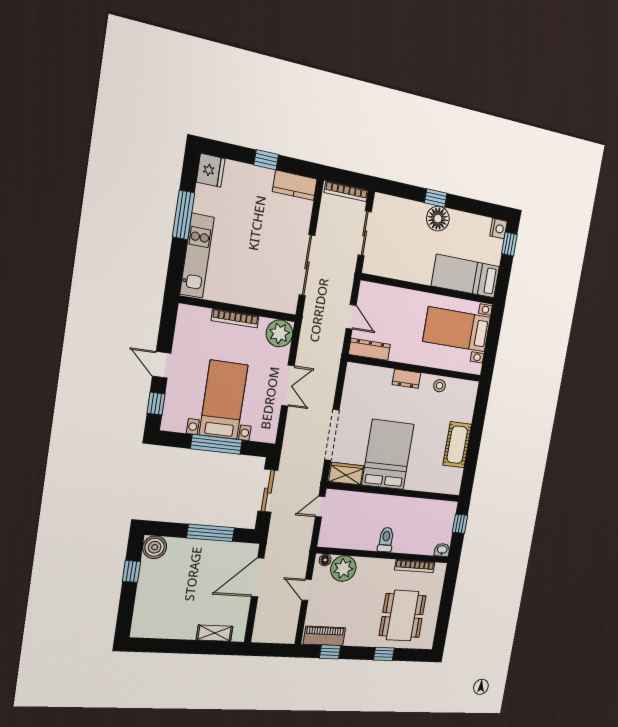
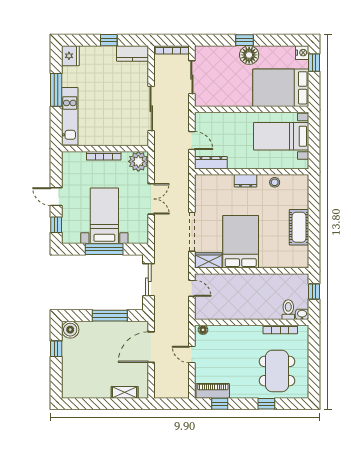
bed: (465, 276) -> (281, 88), width x1.50
door: (320, 507) -> (192, 288), swing flipped
toilet: (386, 540) -> (288, 310), moved
plant: (343, 568) -> (219, 336), removed

